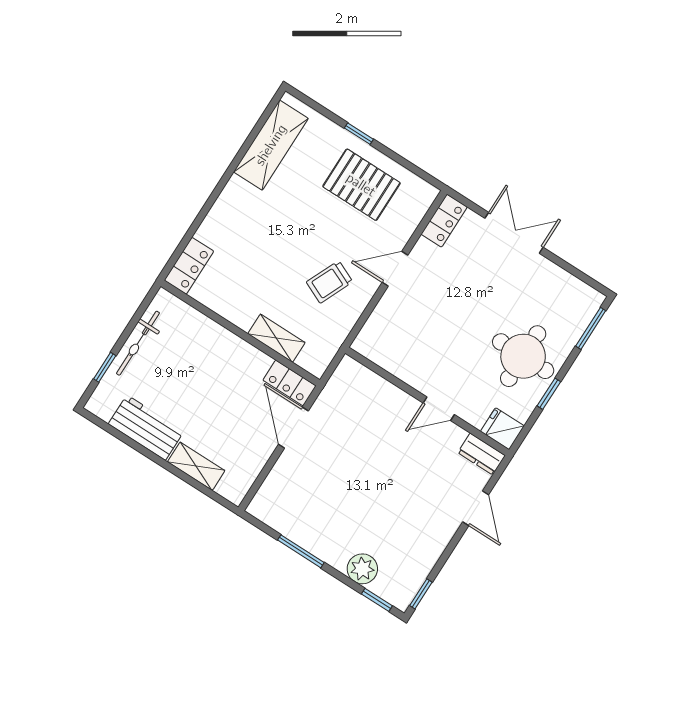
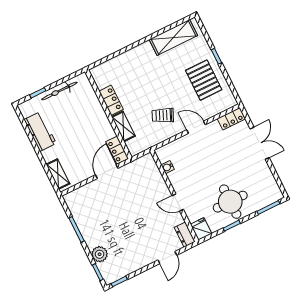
locker: (189, 266) -> (111, 100), moved, turned -90
water cooler: (388, 361) -> (168, 167), added
shelving: (196, 466) -> (58, 174), moved

